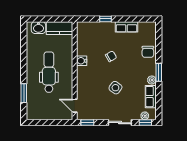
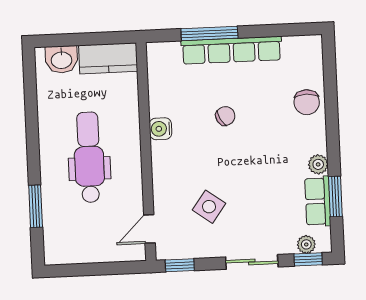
window: (106, 19) -> (209, 33), width x2.17
row of seats: (127, 27) -> (231, 50), width x2.02
window: (159, 72) -> (335, 196), moved
side table: (115, 88) -> (209, 207), moved
door: (75, 106) -> (149, 229), hinge flipped

